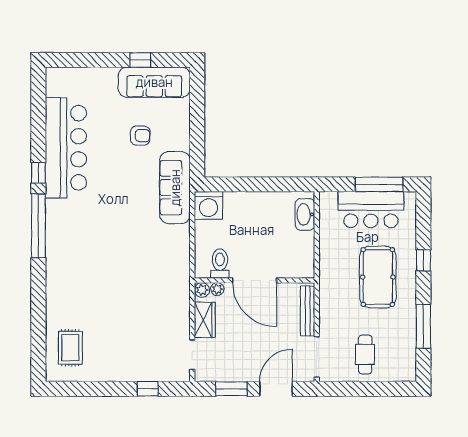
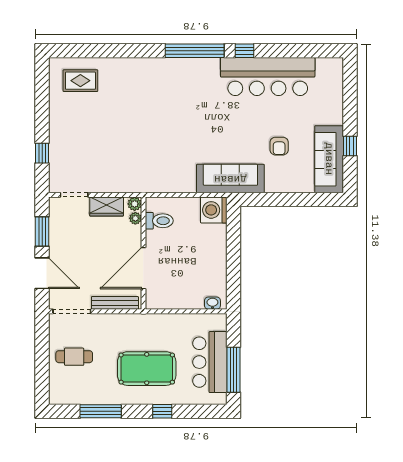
washbasin: (305, 214) -> (212, 303), width x0.52, depth x0.69
door: (255, 280) -> (143, 268), moved

